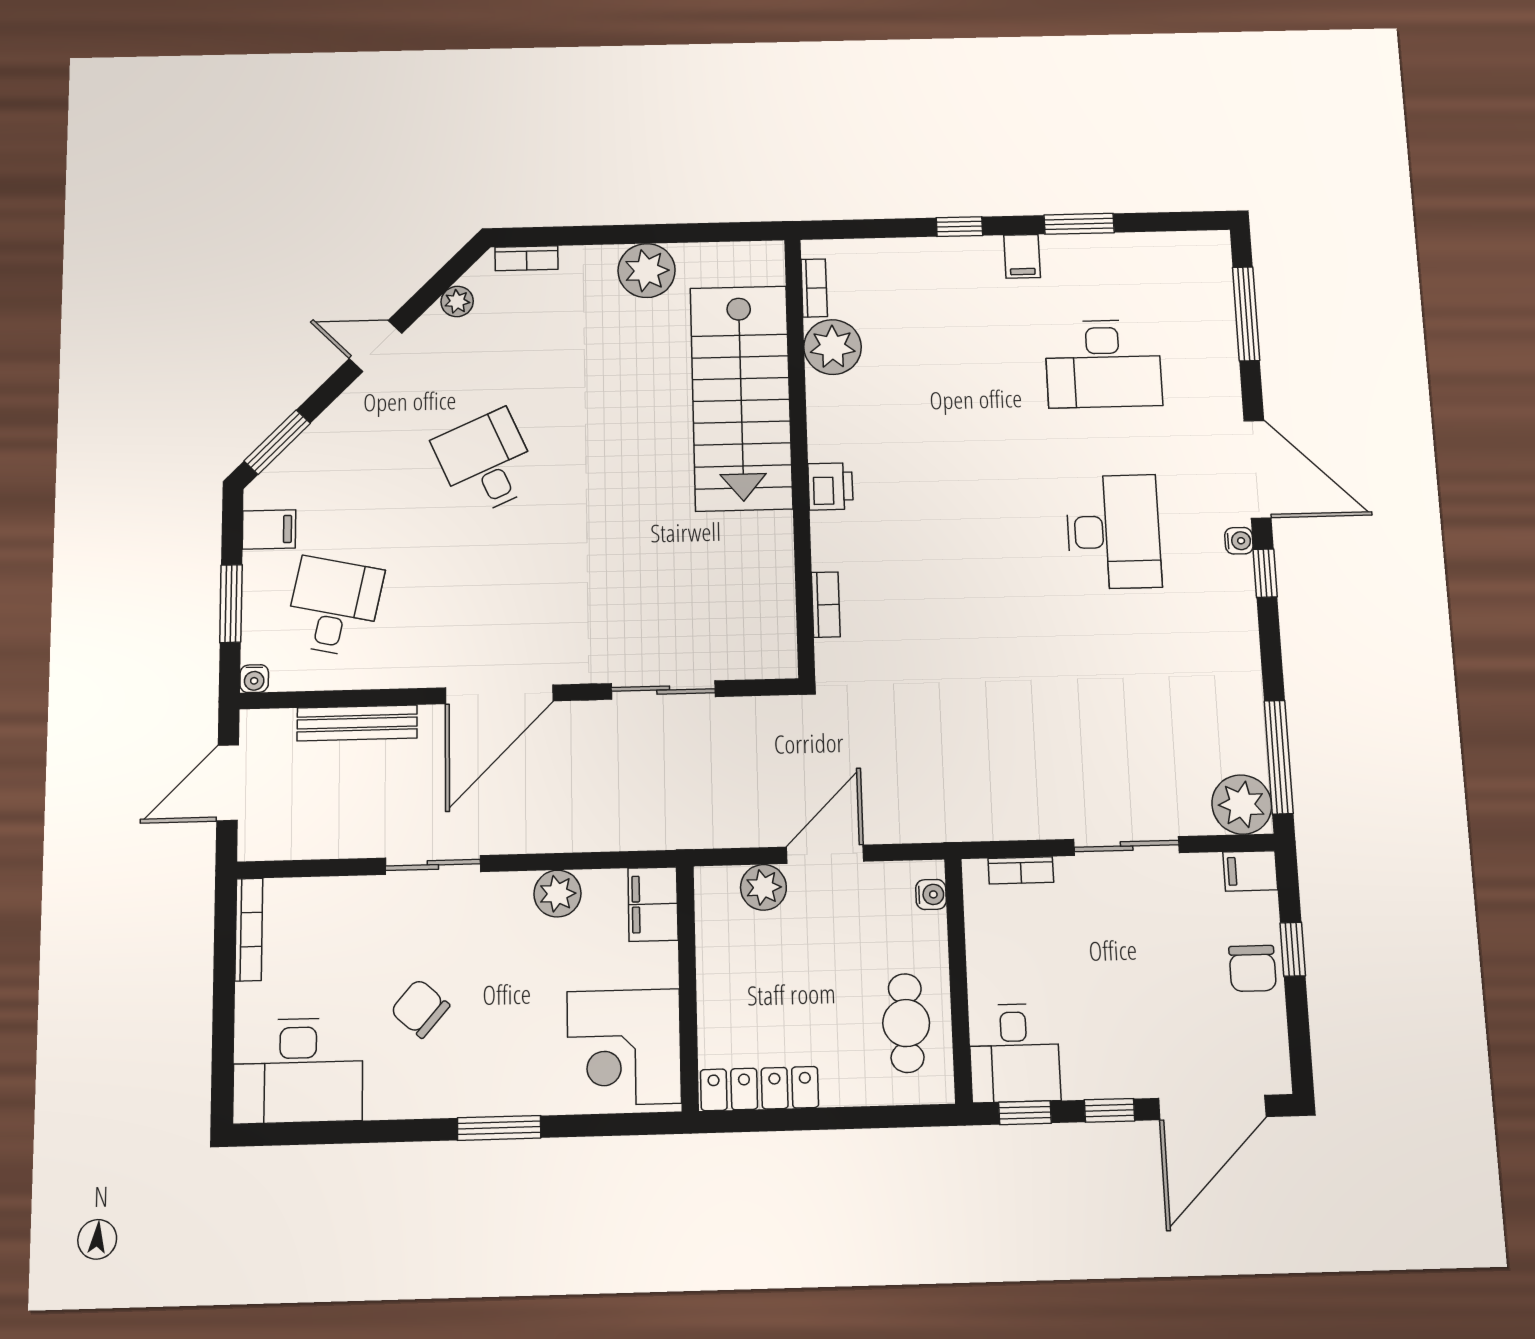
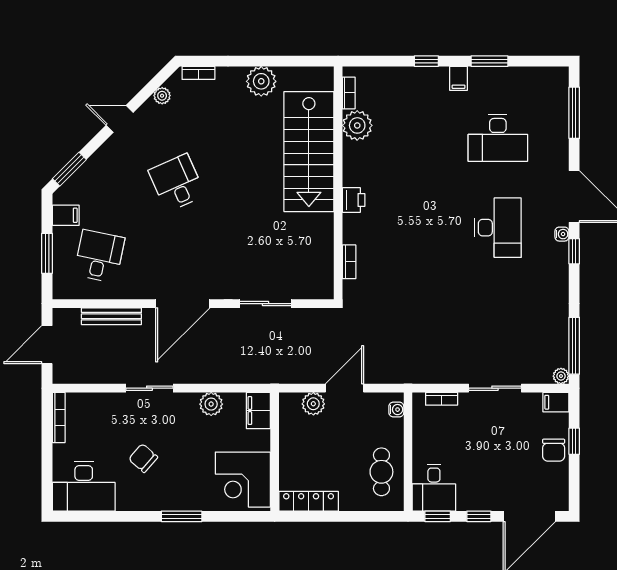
water cooler: (254, 679) -> (59, 292), removed
plant: (1242, 804) -> (561, 376), width x0.53, depth x0.53

